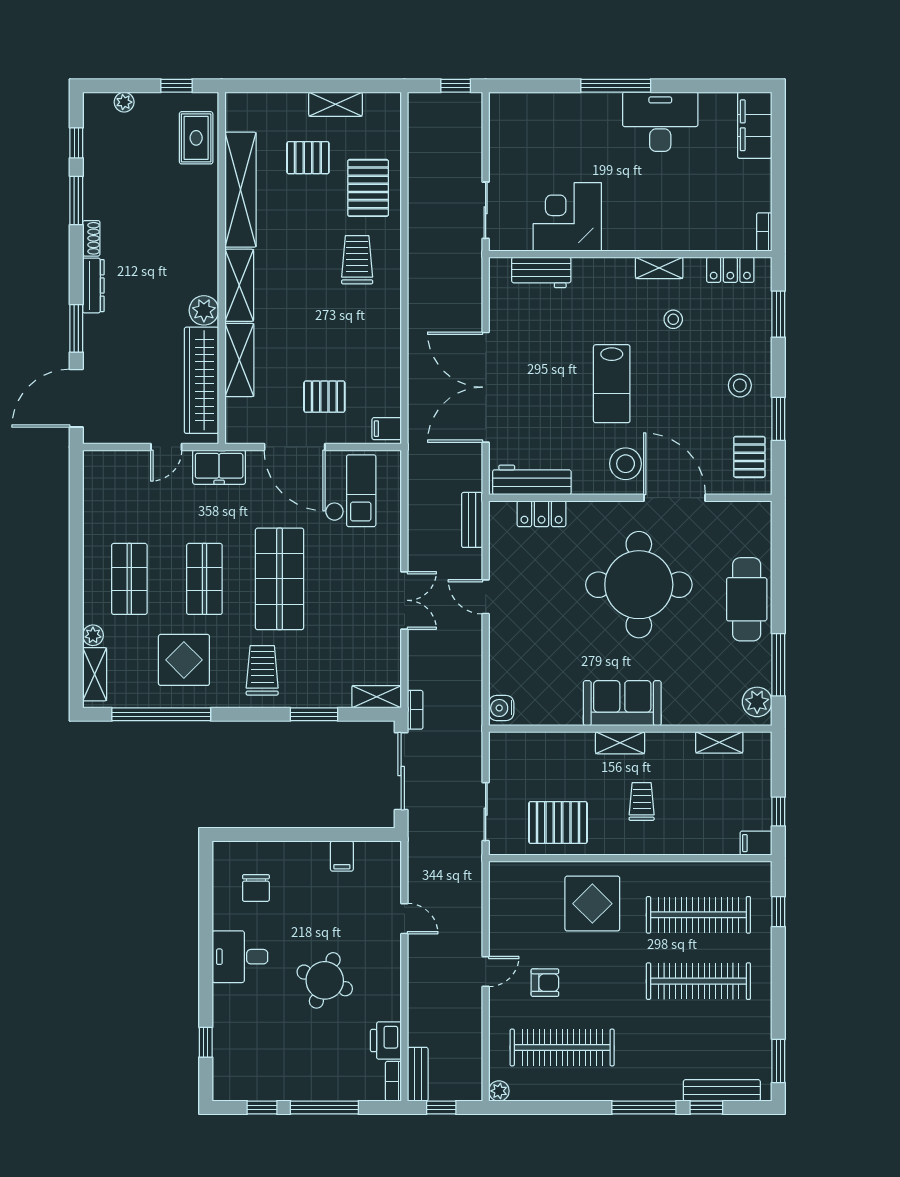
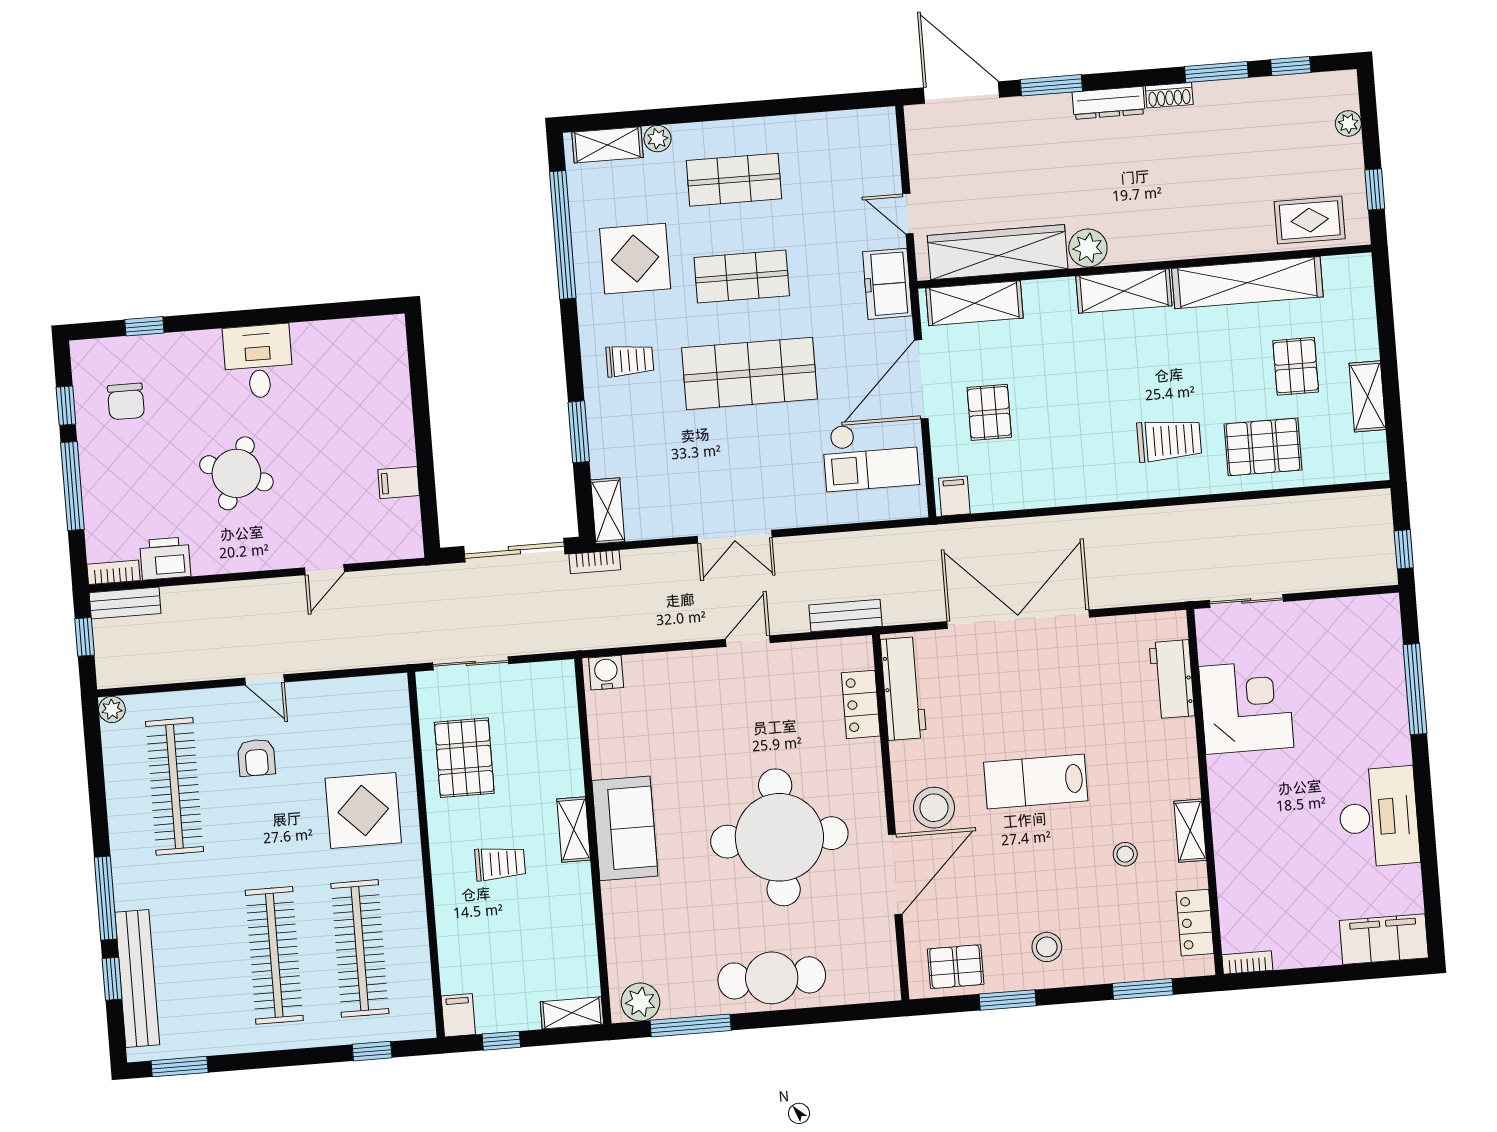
window: (616, 86) -> (1415, 689), moved
shelving: (239, 360) -> (974, 303), moved
trolley: (262, 670) -> (630, 360), width x0.73, depth x0.72
shelving: (719, 742) -> (572, 1013), moved, turned 90
chair: (256, 888) -> (126, 401), moved, turned -90
bench: (722, 1090) -> (137, 978), width x1.37, depth x1.21

